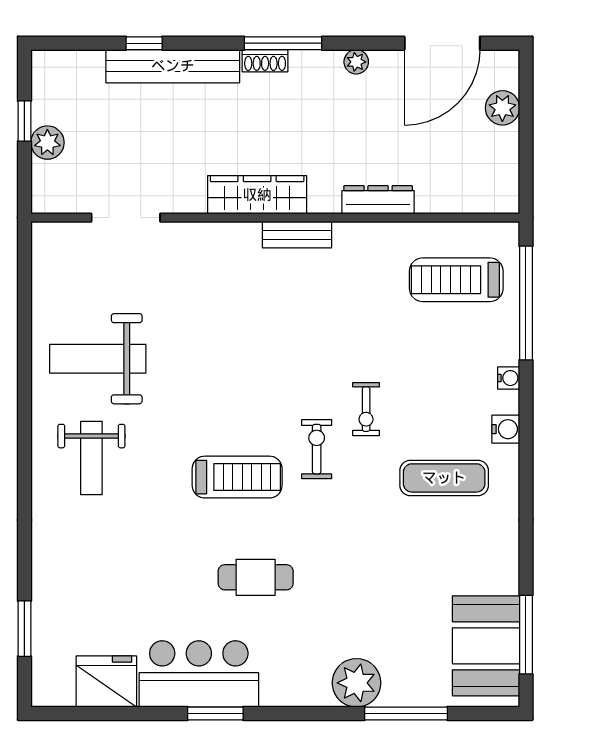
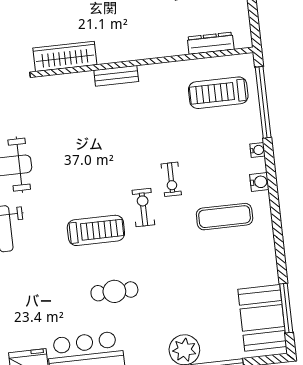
wardrobe: (257, 195) -> (65, 56), moved
dresser: (378, 200) -> (211, 43), moved

